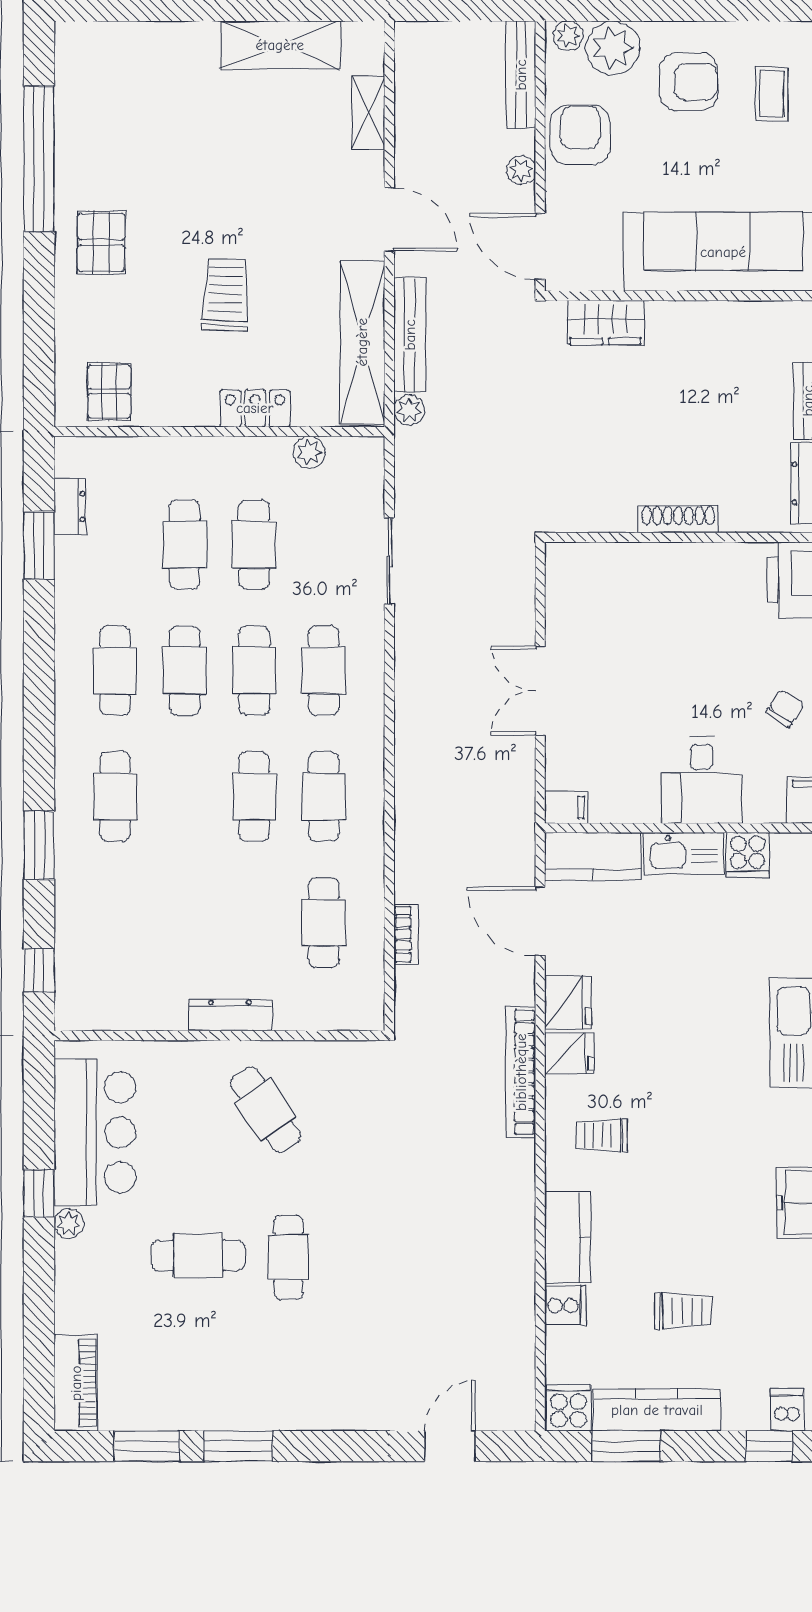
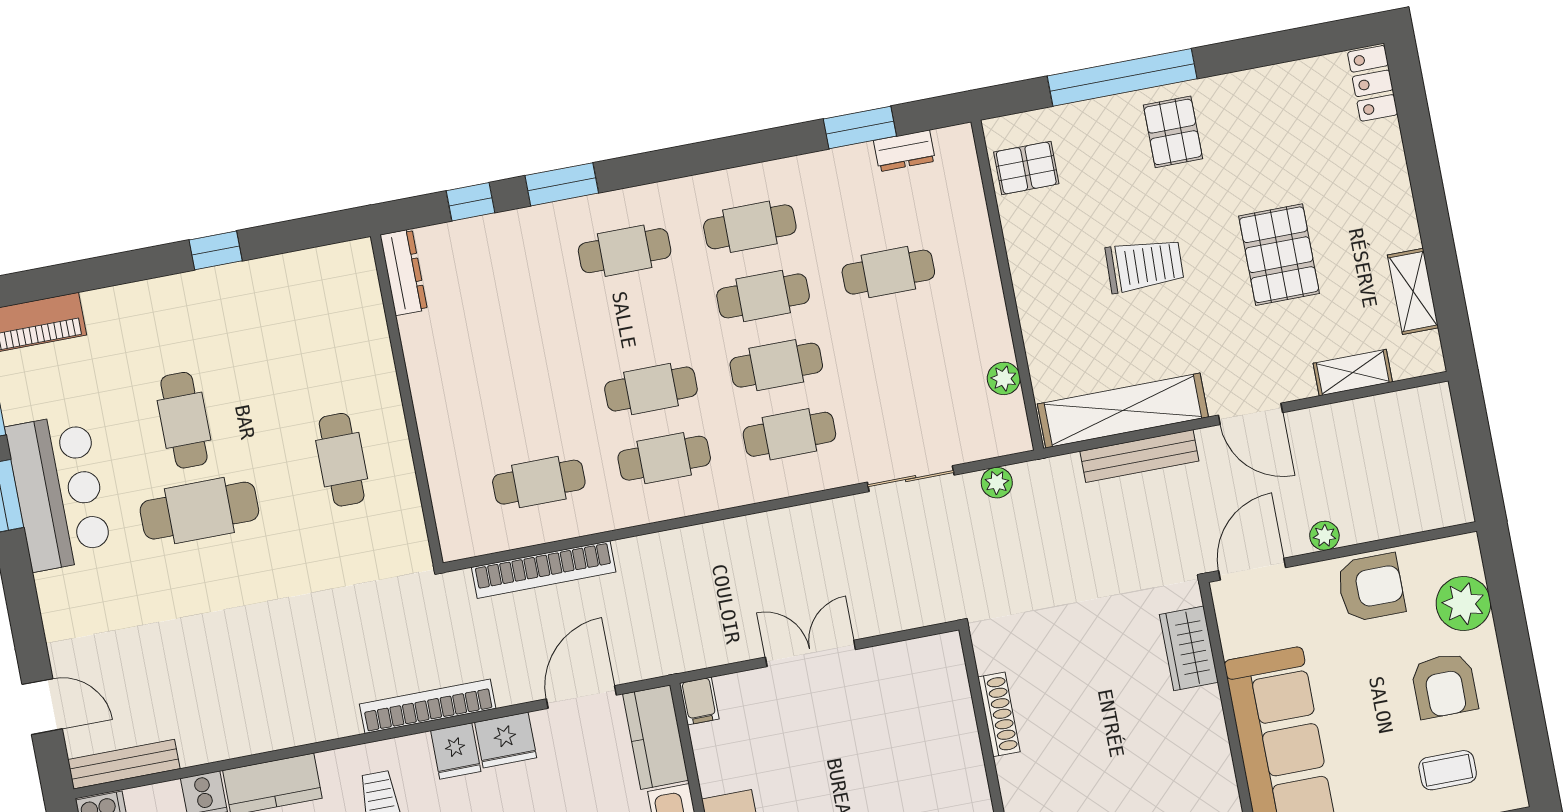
plant: (568, 36) -> (1467, 557), removed
shelving: (280, 45) -> (1413, 291), width x0.67, depth x0.75
bench: (521, 75) -> (124, 764), moved
window: (39, 159) -> (1122, 77), moved
pallet: (240, 162) -> (1279, 255), added
door: (389, 219) -> (1250, 414), hinge flipped
pallet: (101, 242) -> (1173, 132), turned 90
locker: (255, 408) -> (1373, 83), moved, turned 180
plant: (409, 410) -> (997, 483), moved
shoe rack: (678, 519) -> (999, 714), moved
cafe table: (254, 545) -> (902, 341), removed
bookcase: (406, 934) -> (544, 570), width x2.31, depth x1.31
window: (39, 970) -> (470, 202), moved
dresser: (230, 1015) -> (404, 272), moved
cafe table: (266, 1110) -> (342, 460), turned -56
bar counter: (95, 1132) -> (59, 492), moved, turned -90
plant: (69, 1223) -> (191, 286), removed
cafe table: (289, 1257) -> (199, 511), width x1.37, depth x1.35

